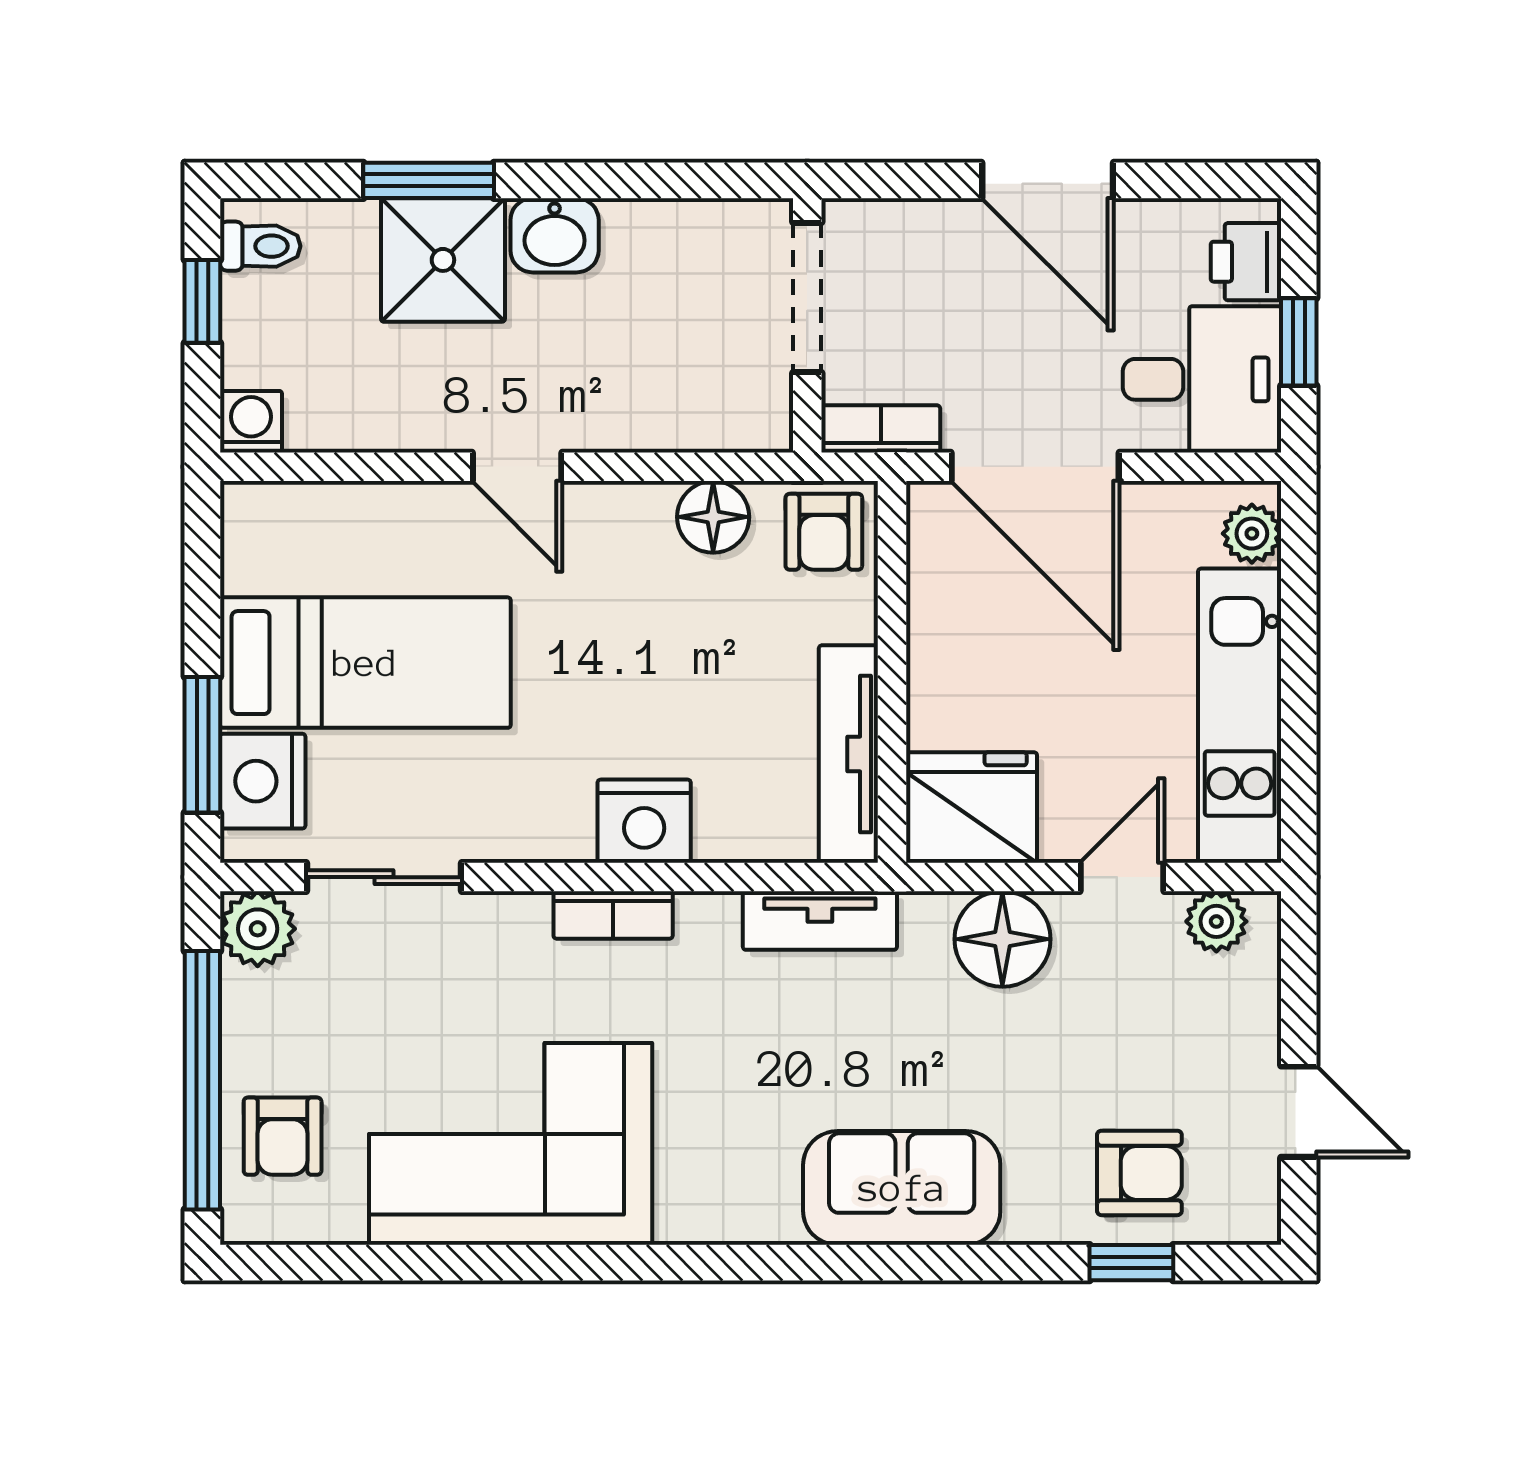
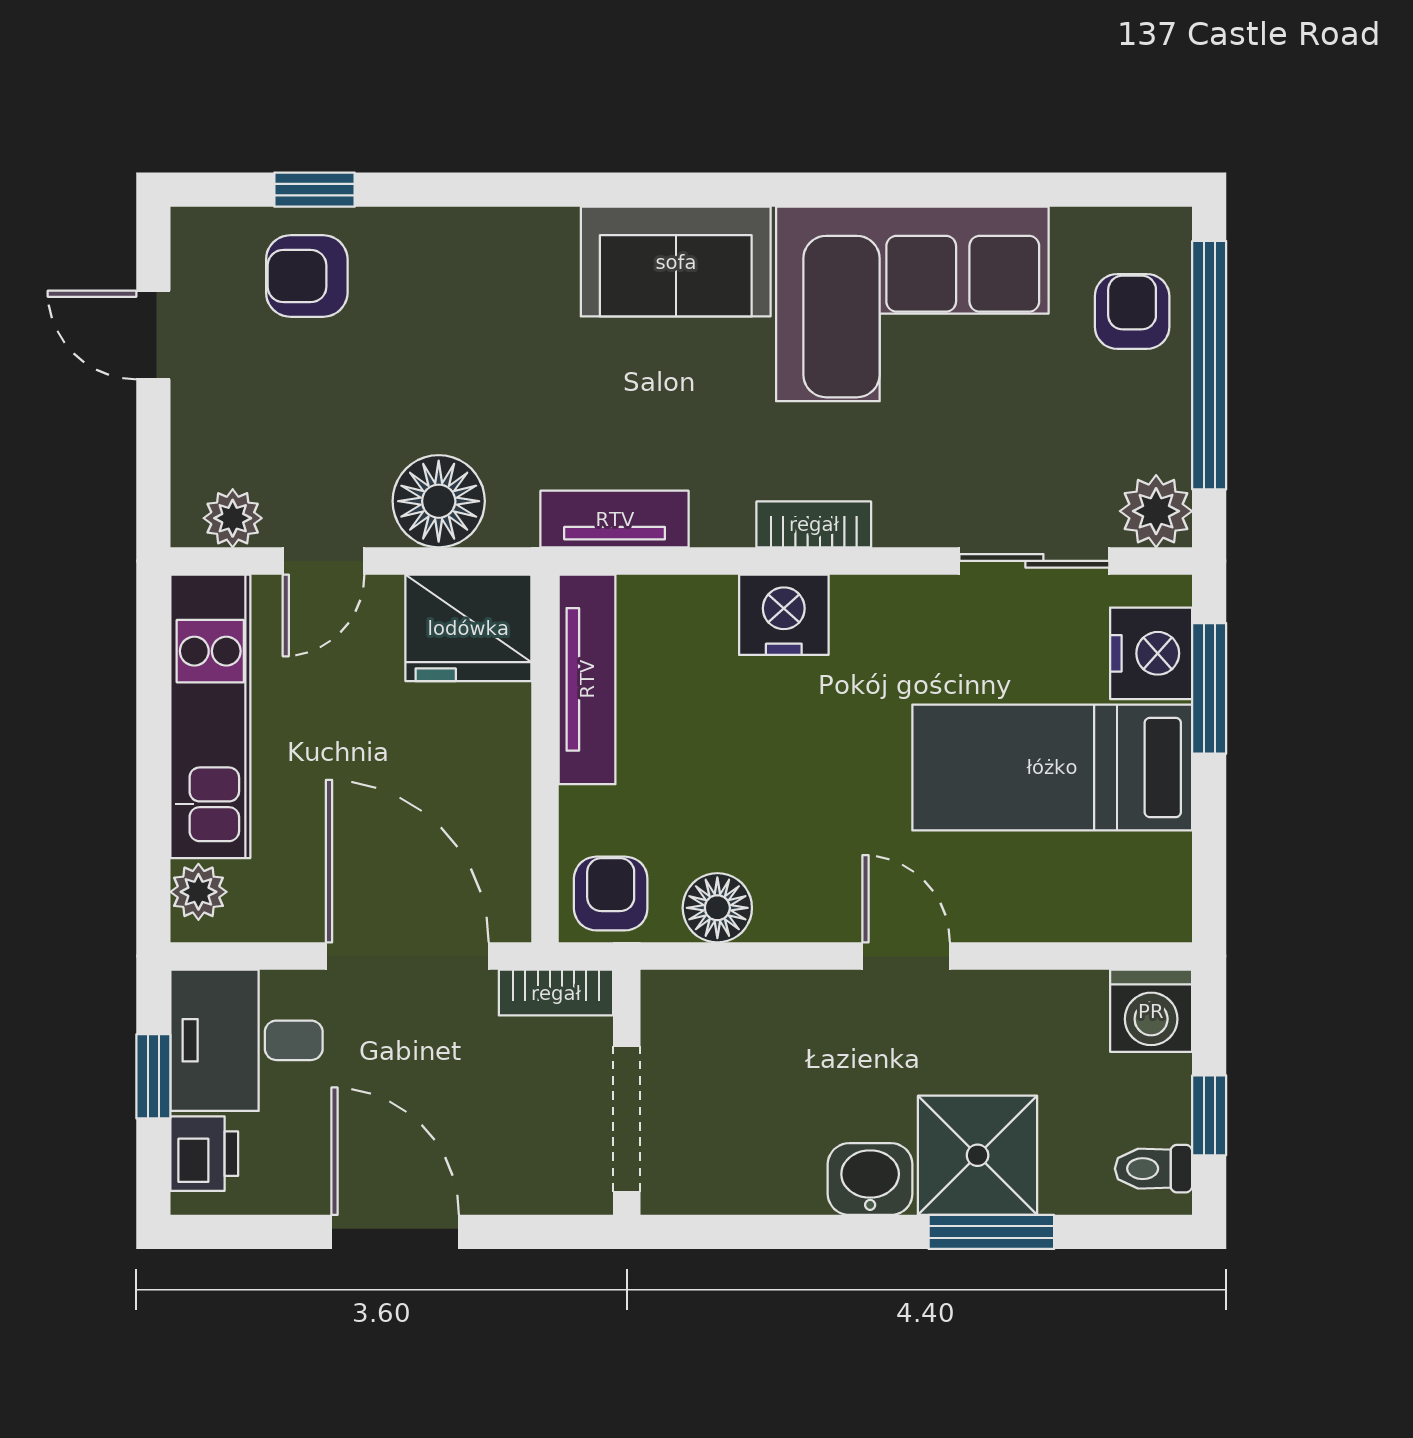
washing machine: (251, 422) -> (1151, 1011), width x1.38, depth x1.38
sofa: (902, 1188) -> (676, 262), moved

